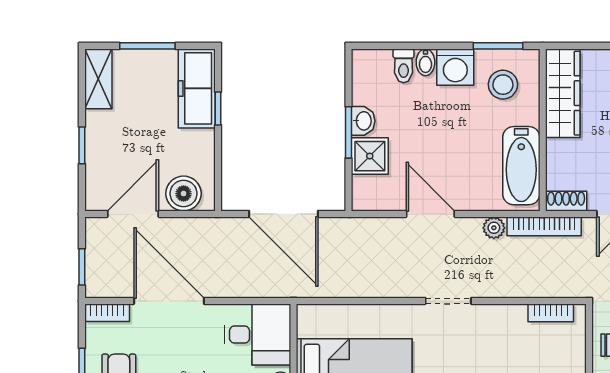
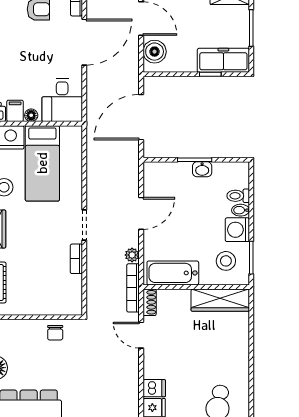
shower: (370, 156) -> (179, 174), removed
bookcase: (551, 313) -> (76, 259), moved

